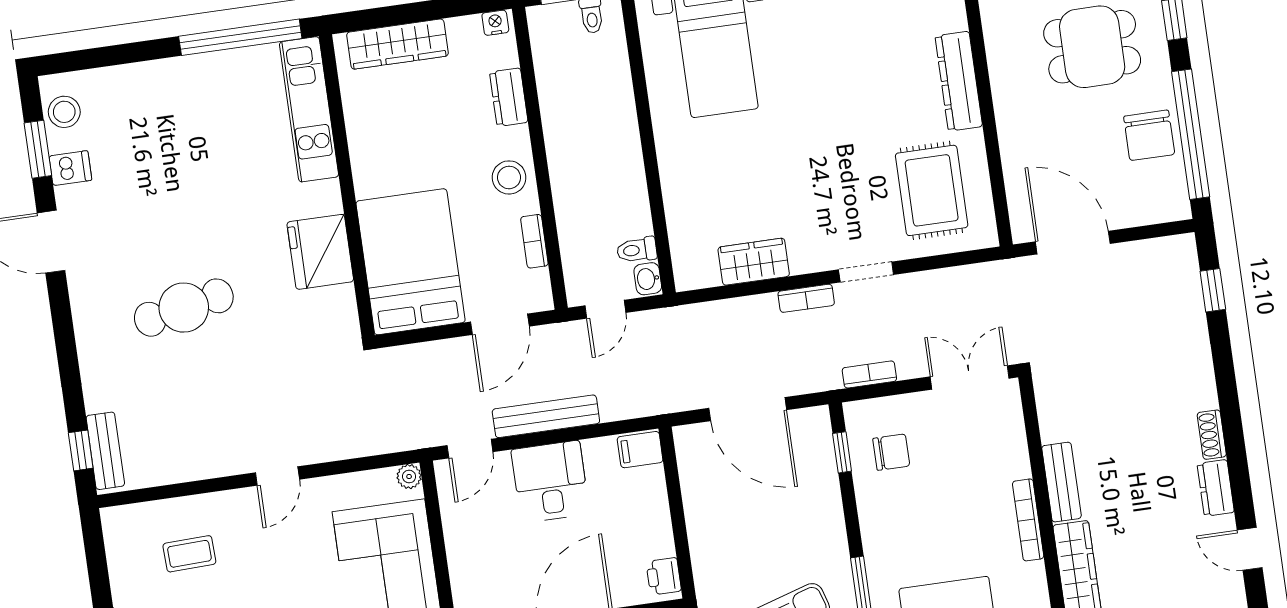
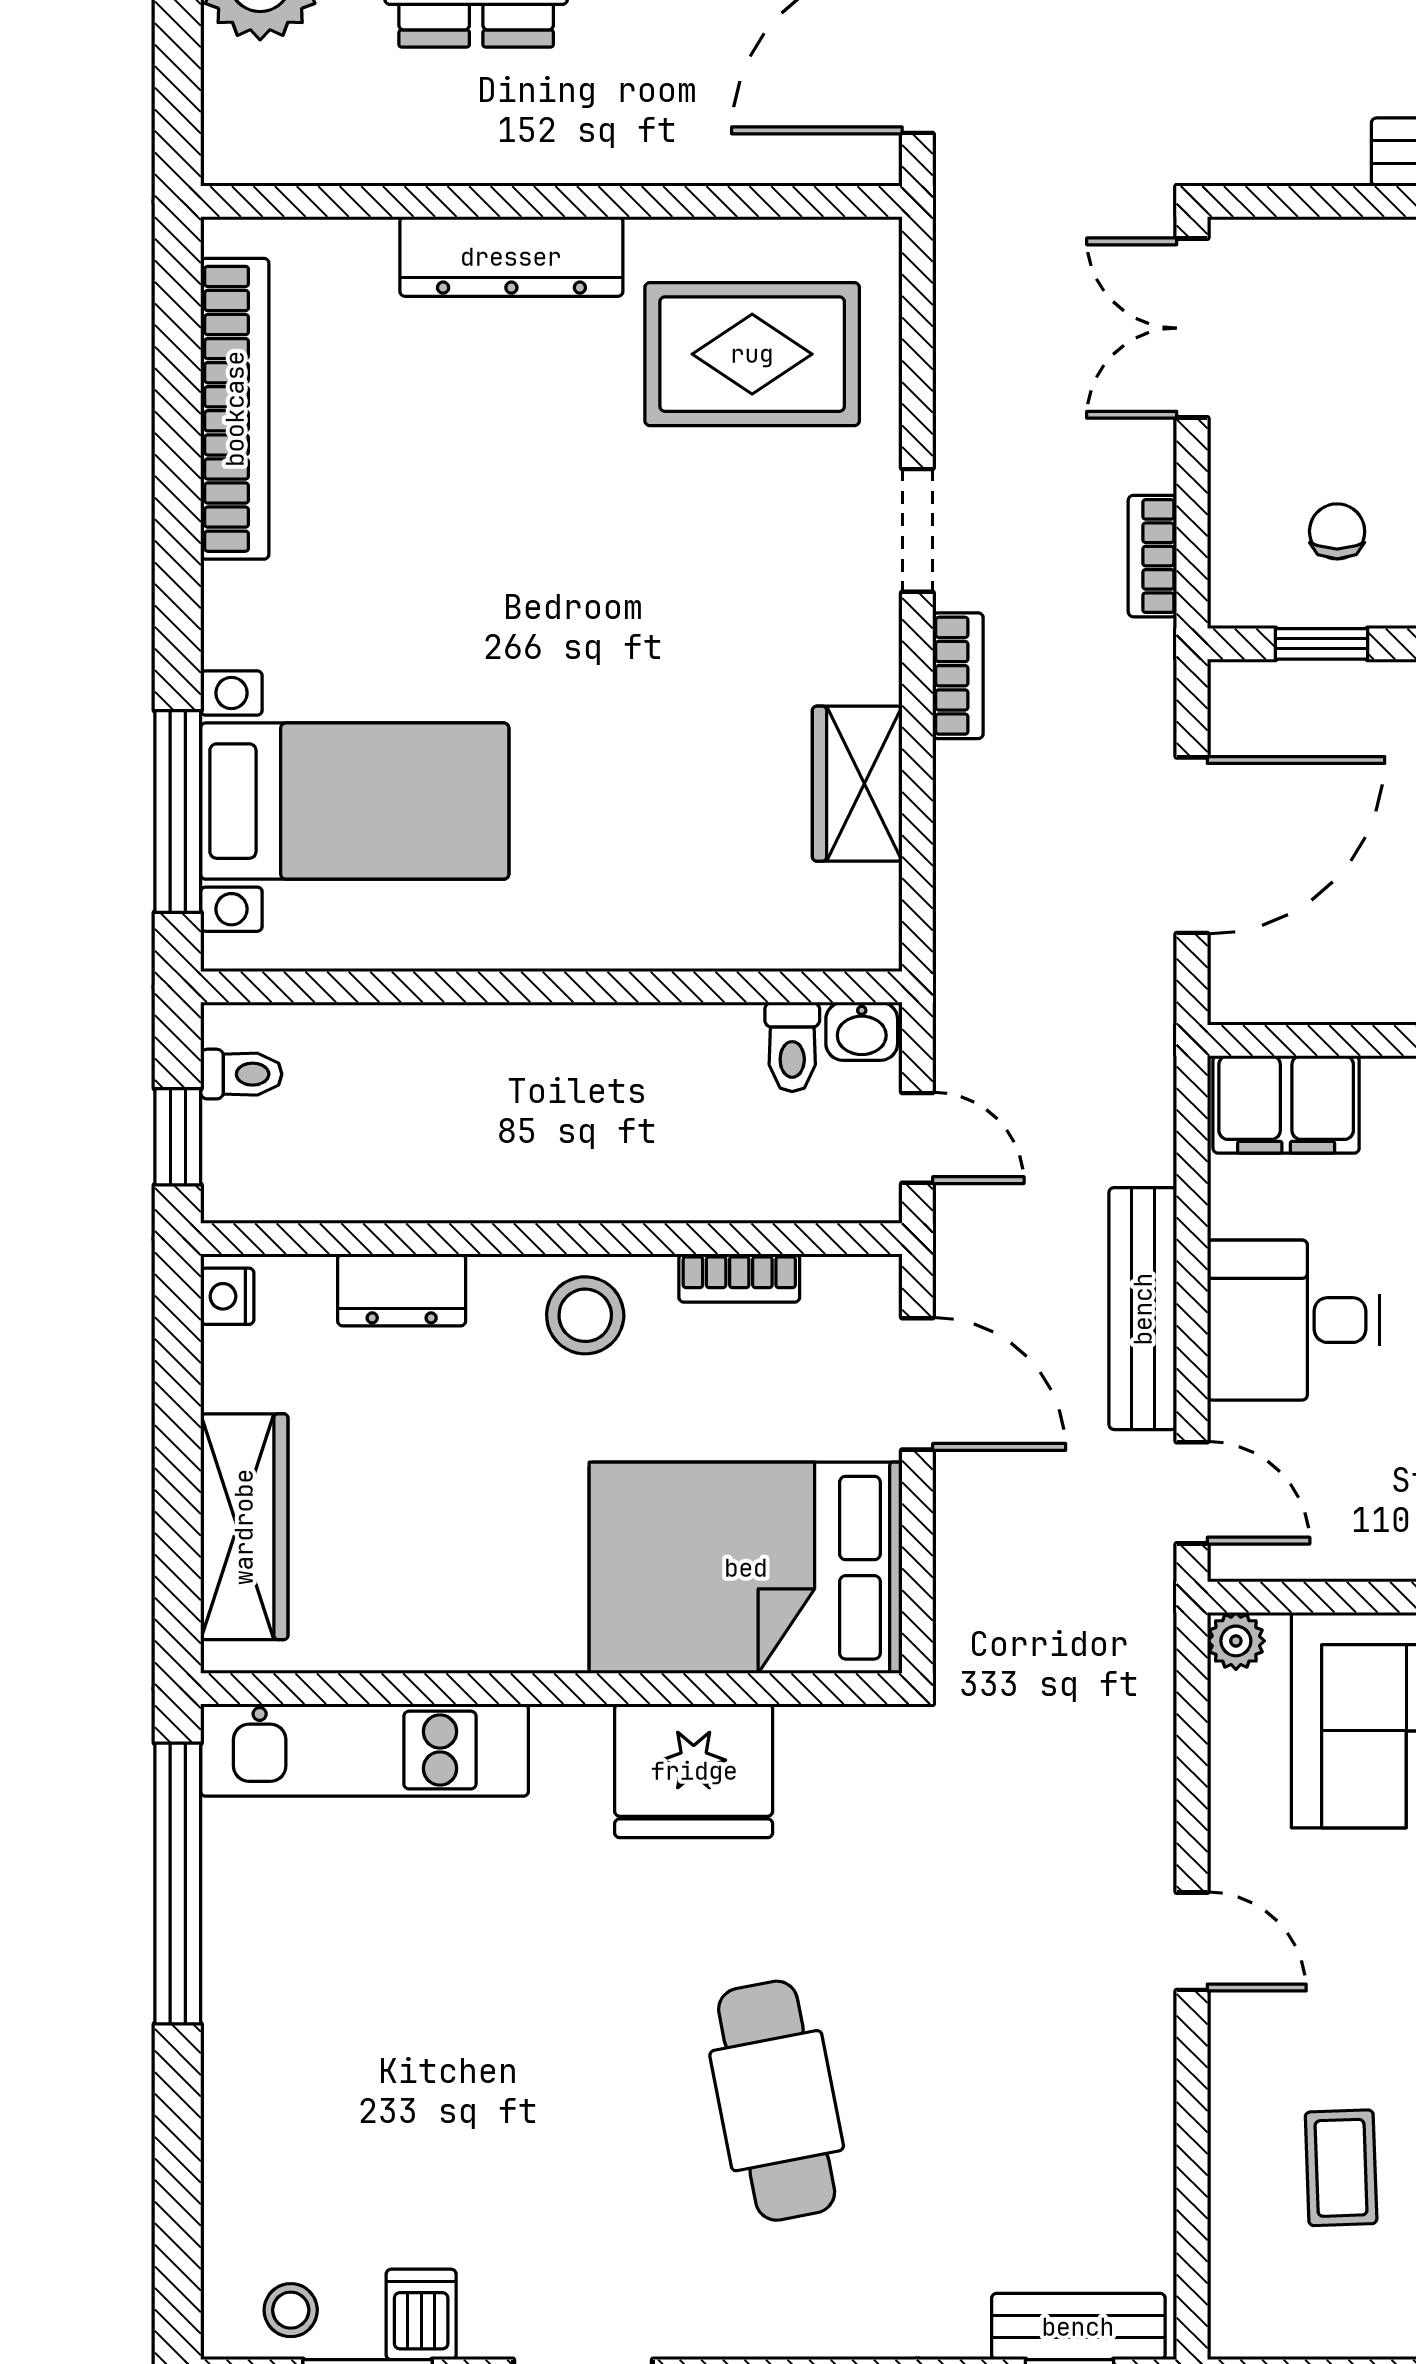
stool: (64, 112) -> (291, 2310), width x0.73, depth x0.73
filing cabinet: (640, 450) -> (1286, 1104), width x2.00
chair: (891, 452) -> (1337, 531), width x0.73, depth x0.73

